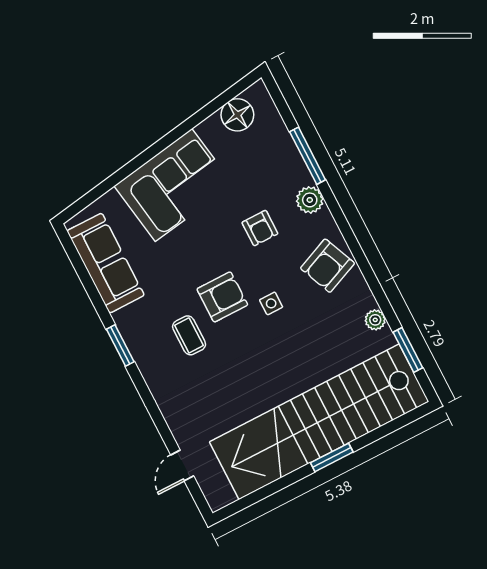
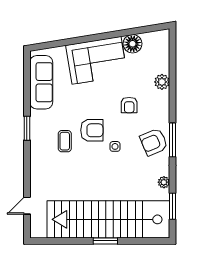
floor lamp: (237, 115) -> (133, 44), moved
window: (308, 156) -> (172, 140), moved
plant: (310, 200) -> (162, 82), moved

